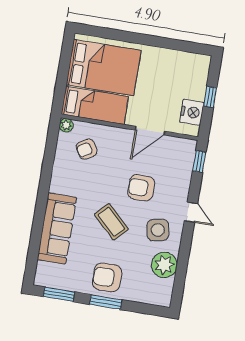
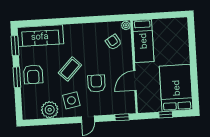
bed: (104, 68) -> (176, 88), moved, turned 180
nightstand: (192, 112) -> (153, 105), removed
door: (150, 131) -> (135, 81), hinge flipped
sofa: (57, 228) -> (40, 36), moved
armchair: (107, 277) -> (33, 74), turned 180

